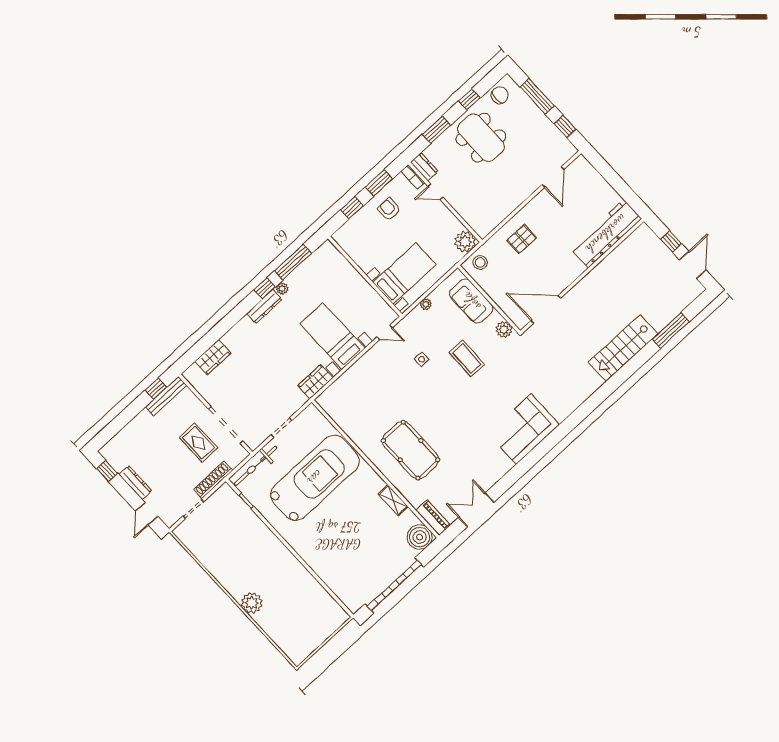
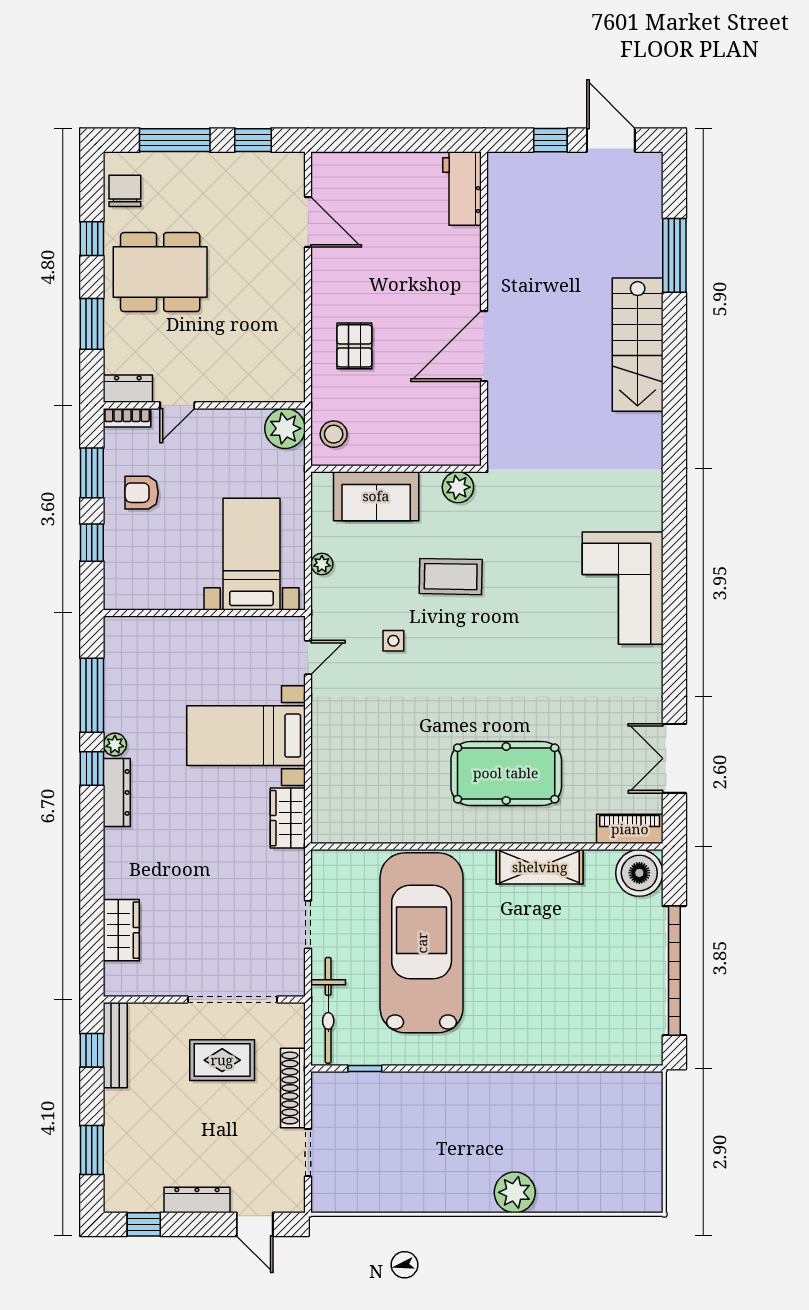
workbench: (606, 234) -> (462, 189), width x0.53, depth x0.76
door: (546, 309) -> (484, 346), moved
window: (117, 424) -> (92, 1150), added
shelving: (393, 500) -> (540, 867), width x1.50, depth x1.33

